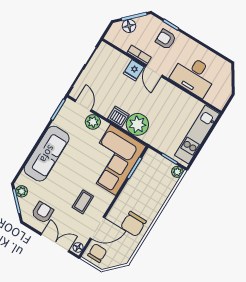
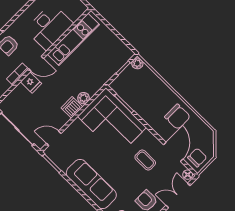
plant: (93, 122) -> (71, 133), removed
plant: (137, 124) -> (83, 98), width x0.53, depth x0.53
kitchen unit: (197, 135) -> (73, 39), moved, turned -90
chair: (97, 253) -> (197, 158), turned 90

